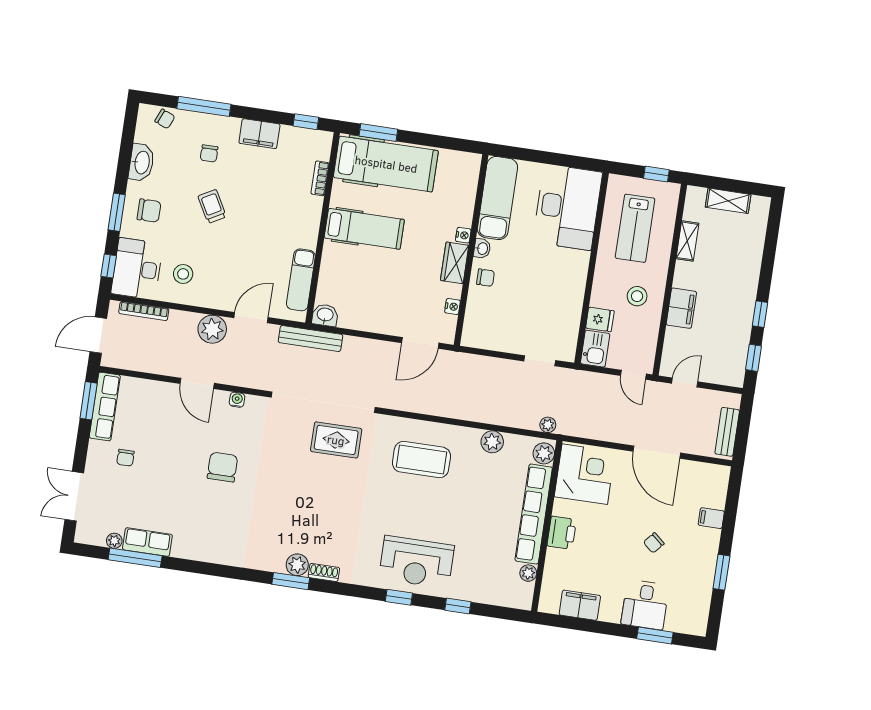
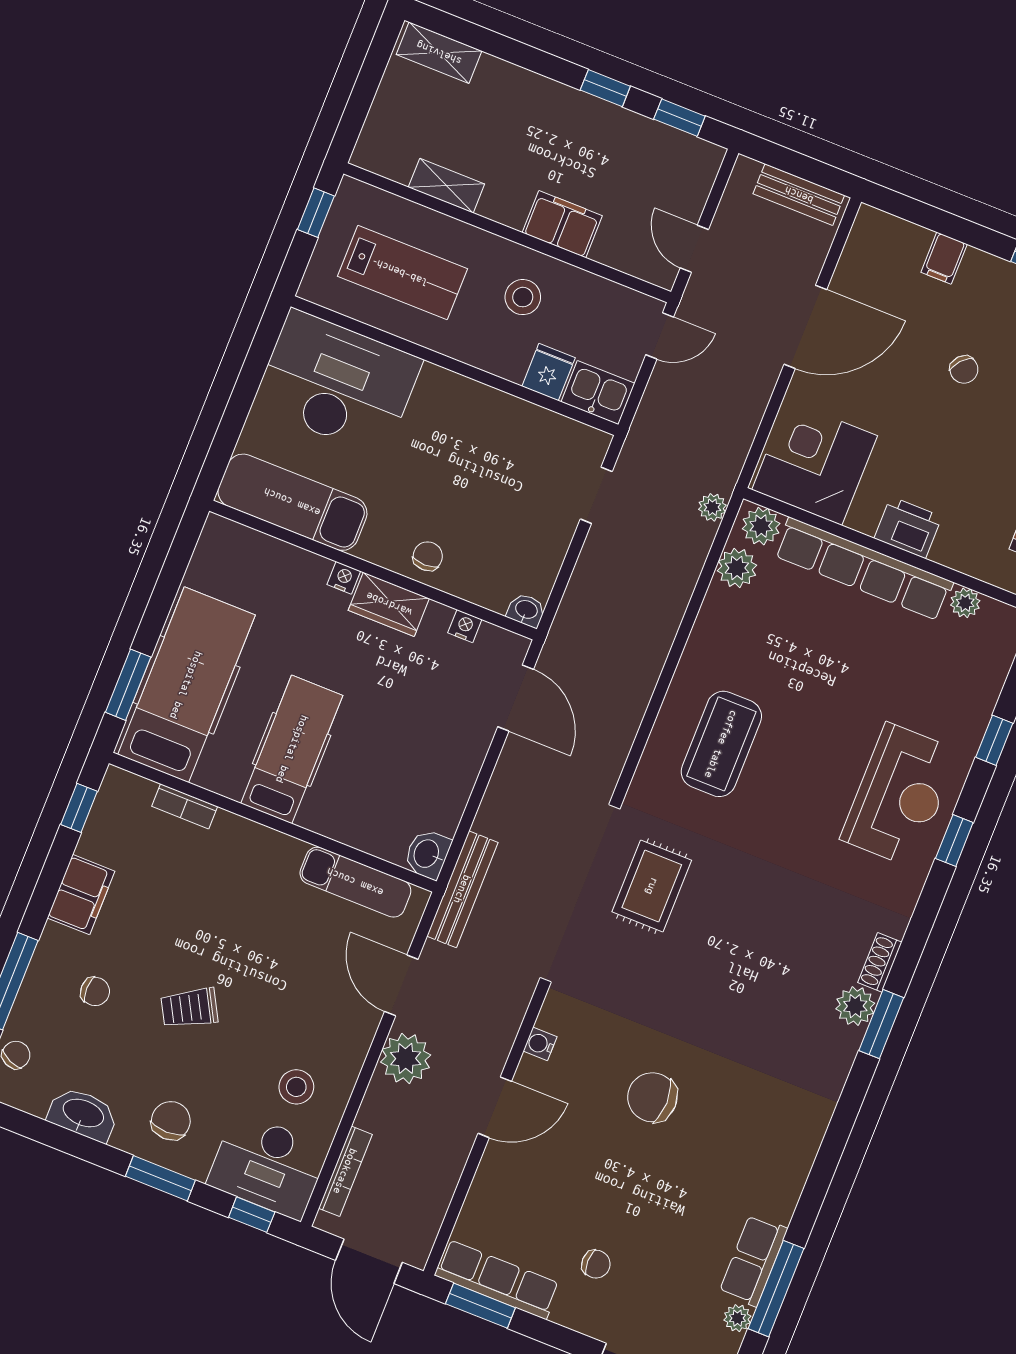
shelving: (728, 201) -> (439, 53), moved, turned 90
washbasin: (482, 249) -> (526, 610), moved
plant: (492, 442) -> (737, 568), moved

